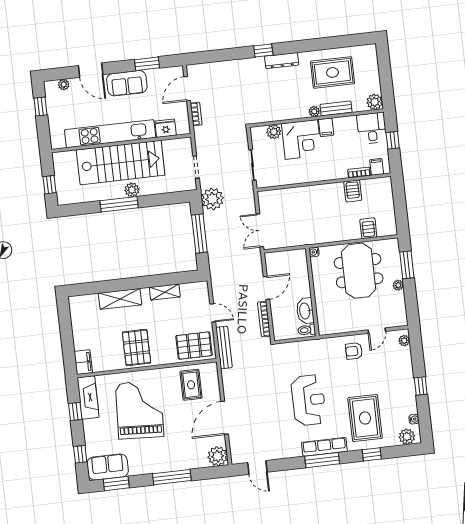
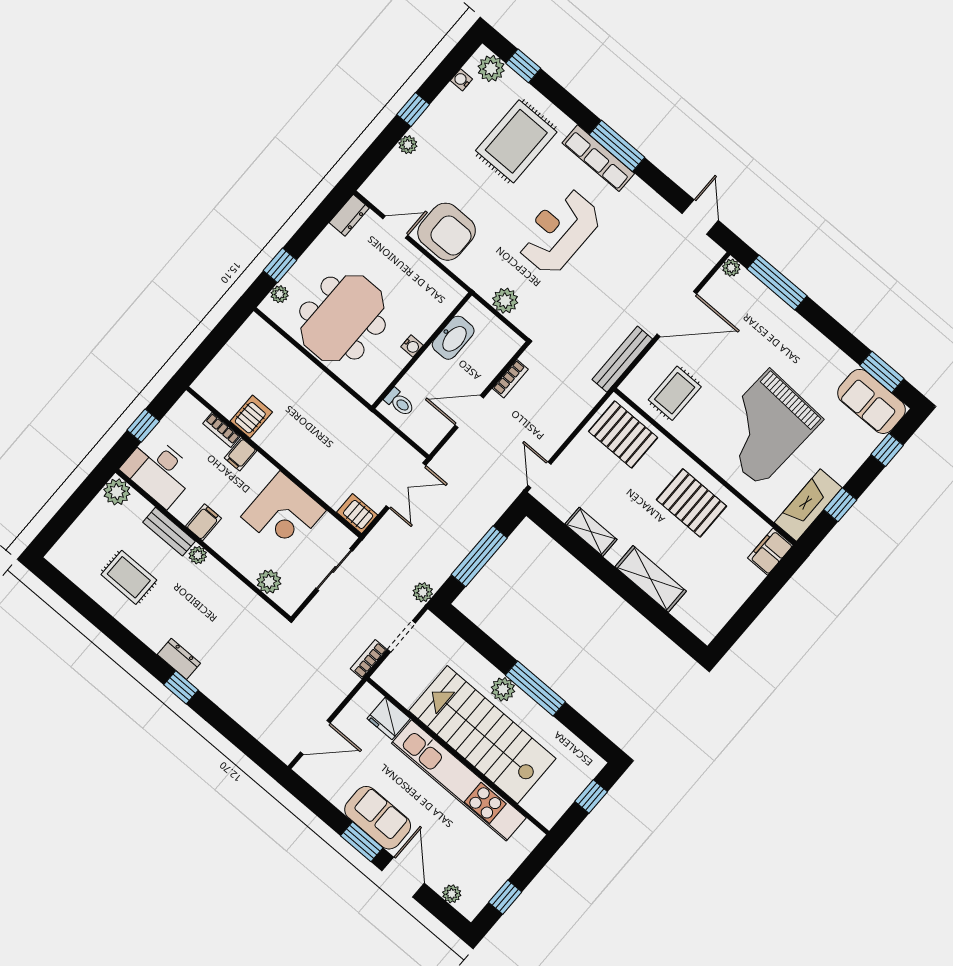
dresser: (282, 61) -> (179, 659), width x0.70
window: (147, 64) -> (362, 842), moved
rug: (332, 72) -> (129, 577), width x0.73, depth x0.70
bookcase: (196, 114) -> (369, 659), moved
desk: (372, 128) -> (159, 471), width x1.37
corner desk: (301, 139) -> (283, 514), moved, turned 180
filing cabinet: (377, 167) -> (241, 454), moved
plant: (212, 199) -> (423, 592), width x0.53, depth x0.53
server rack: (368, 228) -> (357, 514), moved, turned 90
water cooler: (314, 252) -> (412, 346), moved
window: (407, 265) -> (280, 265), width x0.67
plant: (398, 285) -> (280, 294), moved
door: (213, 313) -> (539, 475), moved
dresser: (401, 315) -> (349, 215), added
bookcase: (264, 319) -> (510, 379), width x0.64
toilet: (307, 330) -> (400, 402), moved
plant: (404, 341) -> (408, 145), moved
bench: (224, 347) -> (622, 359), moved
pallet: (136, 348) -> (692, 503), turned 90
plant: (300, 349) -> (505, 301), added
armchair: (354, 351) -> (447, 232), width x1.88, depth x1.88
window: (372, 454) -> (523, 66), moved
plant: (218, 456) -> (731, 268), width x0.53, depth x0.53
window: (172, 477) -> (777, 282), moved

